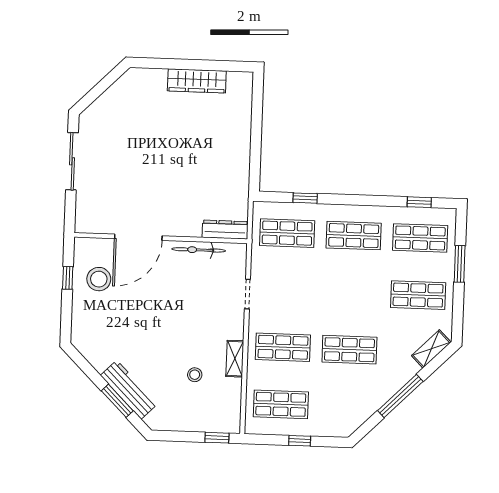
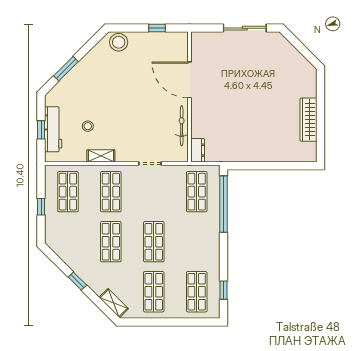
window: (305, 198) -> (224, 204), width x3.17
dresser: (225, 230) -> (198, 150), width x0.70
shop shelf: (354, 236) -> (154, 242), moved
window: (460, 264) -> (178, 322), removed
stool: (99, 279) -> (119, 42), moved
workbench: (129, 390) -> (53, 129), moved, turned -45
window: (400, 396) -> (77, 281), width x0.46
window: (217, 438) -> (41, 130), moved

